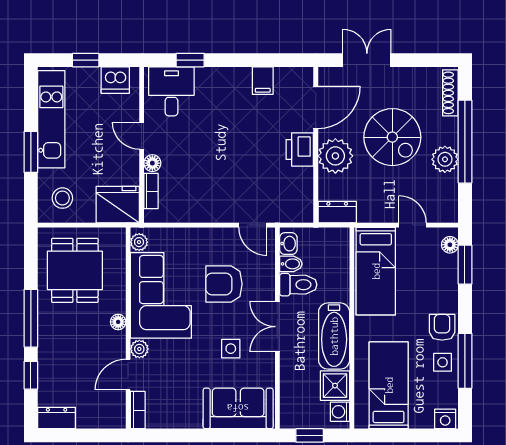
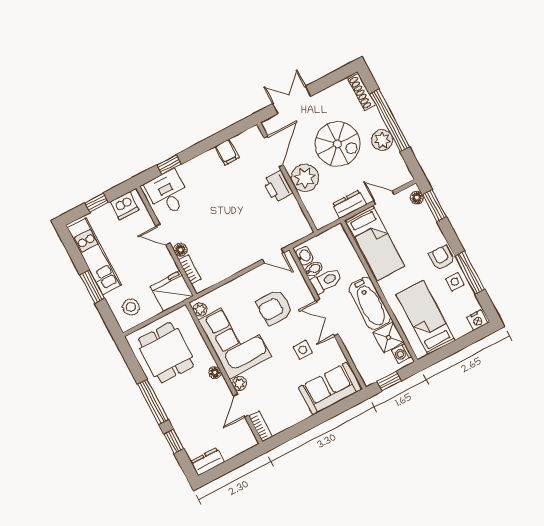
dresser: (337, 212) -> (349, 204), moved

